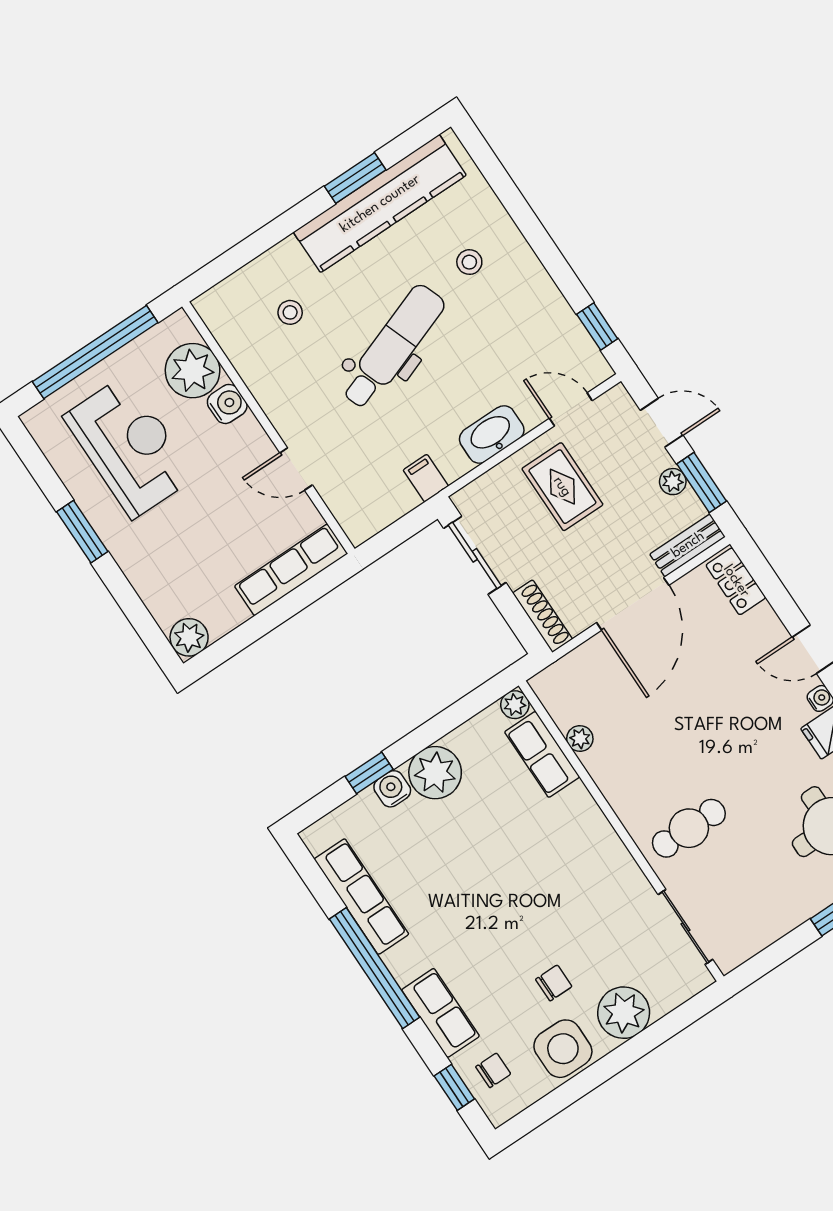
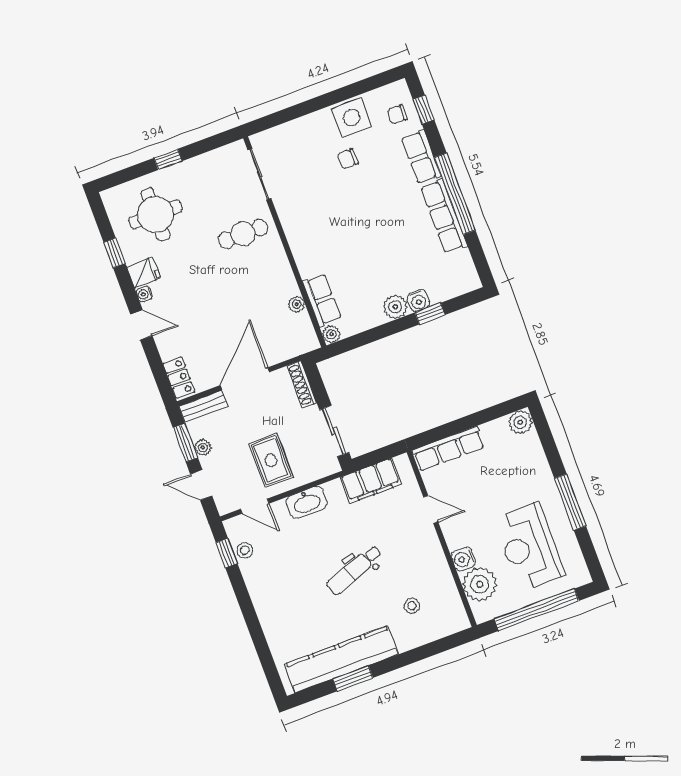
stool: (469, 262) -> (245, 550), moved
dental chair: (393, 347) -> (354, 570), width x0.73, depth x0.72
filing cabinet: (426, 478) -> (371, 481), width x3.00, depth x1.17
window: (82, 532) -> (570, 502), width x1.44
plant: (435, 773) -> (395, 307), width x0.73, depth x0.73
row of seats: (361, 897) -> (444, 216), moved
plant: (624, 1013) -> (309, 131), removed

